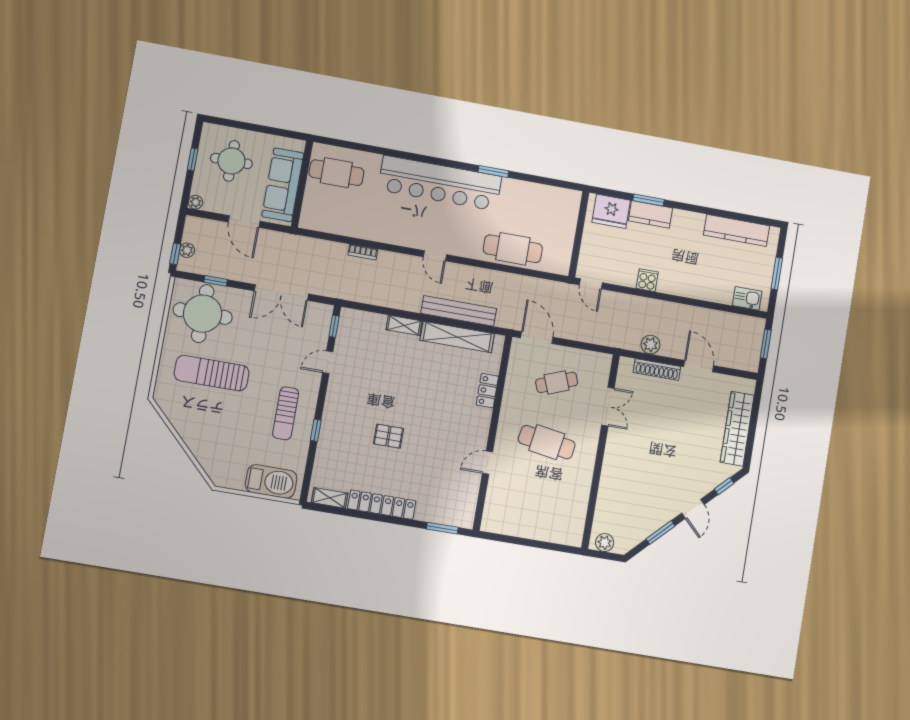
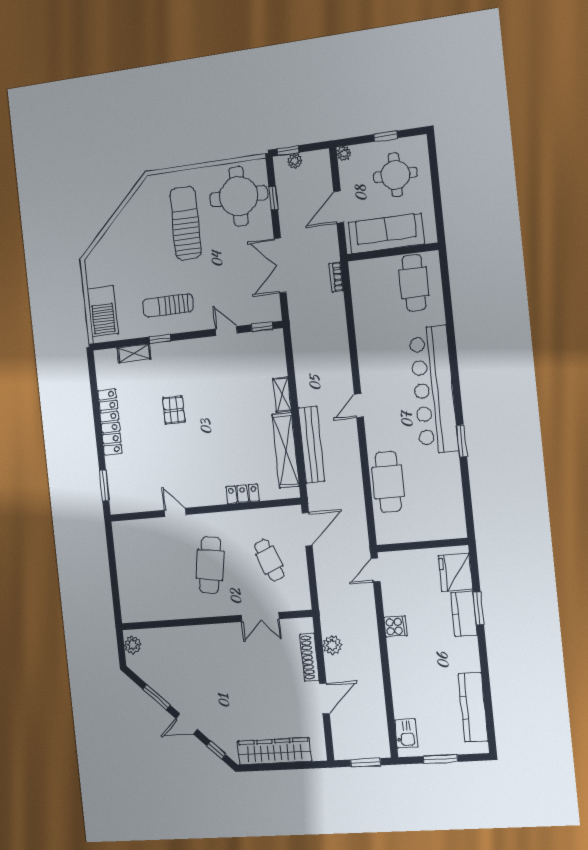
bookcase: (363, 252) -> (336, 277), moved
shelving: (330, 498) -> (134, 353), moved, turned 90

